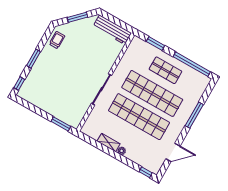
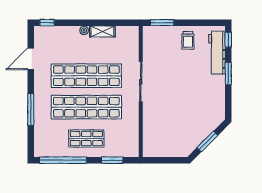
workbench: (112, 30) -> (217, 53), moved, turned -90
trolley: (57, 40) -> (188, 40), moved

